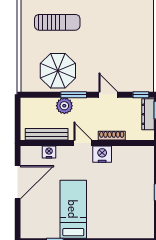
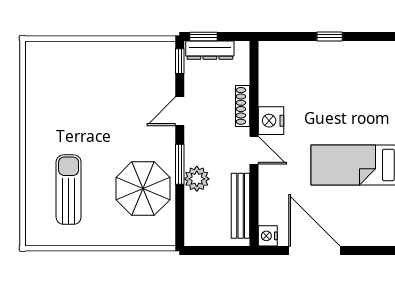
door: (83, 143) -> (254, 150), swing flipped
nightstand: (49, 152) -> (268, 236), moved

